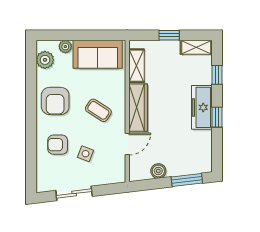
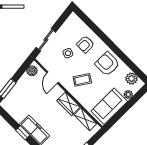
wardrobe: (138, 108) -> (69, 104), width x0.67
armchair: (58, 145) -> (85, 44), turned 180
boiler: (158, 171) -> (32, 71), moved
sliding door: (74, 193) -> (46, 40), moved

